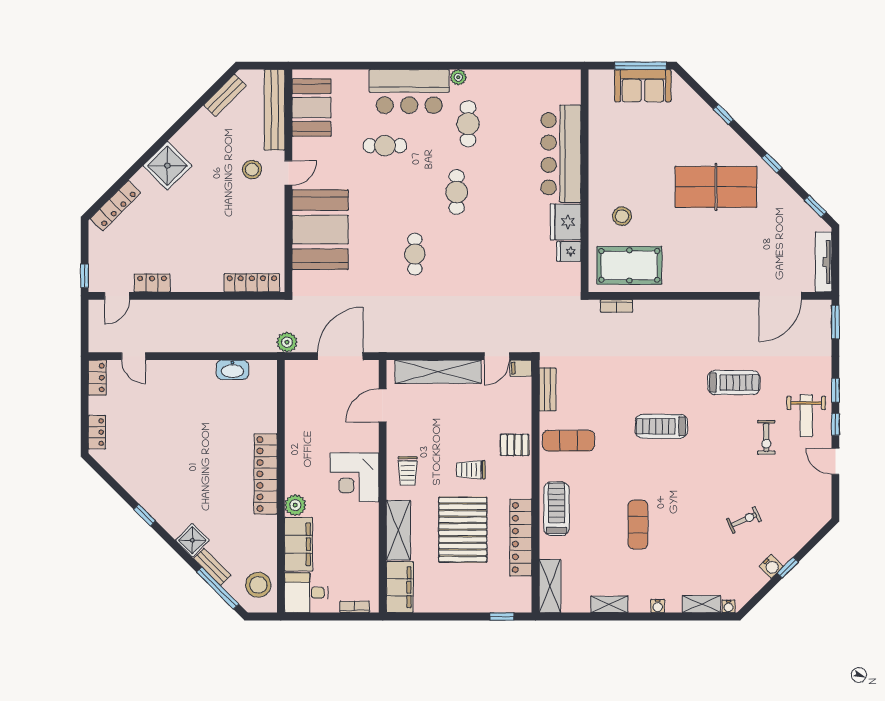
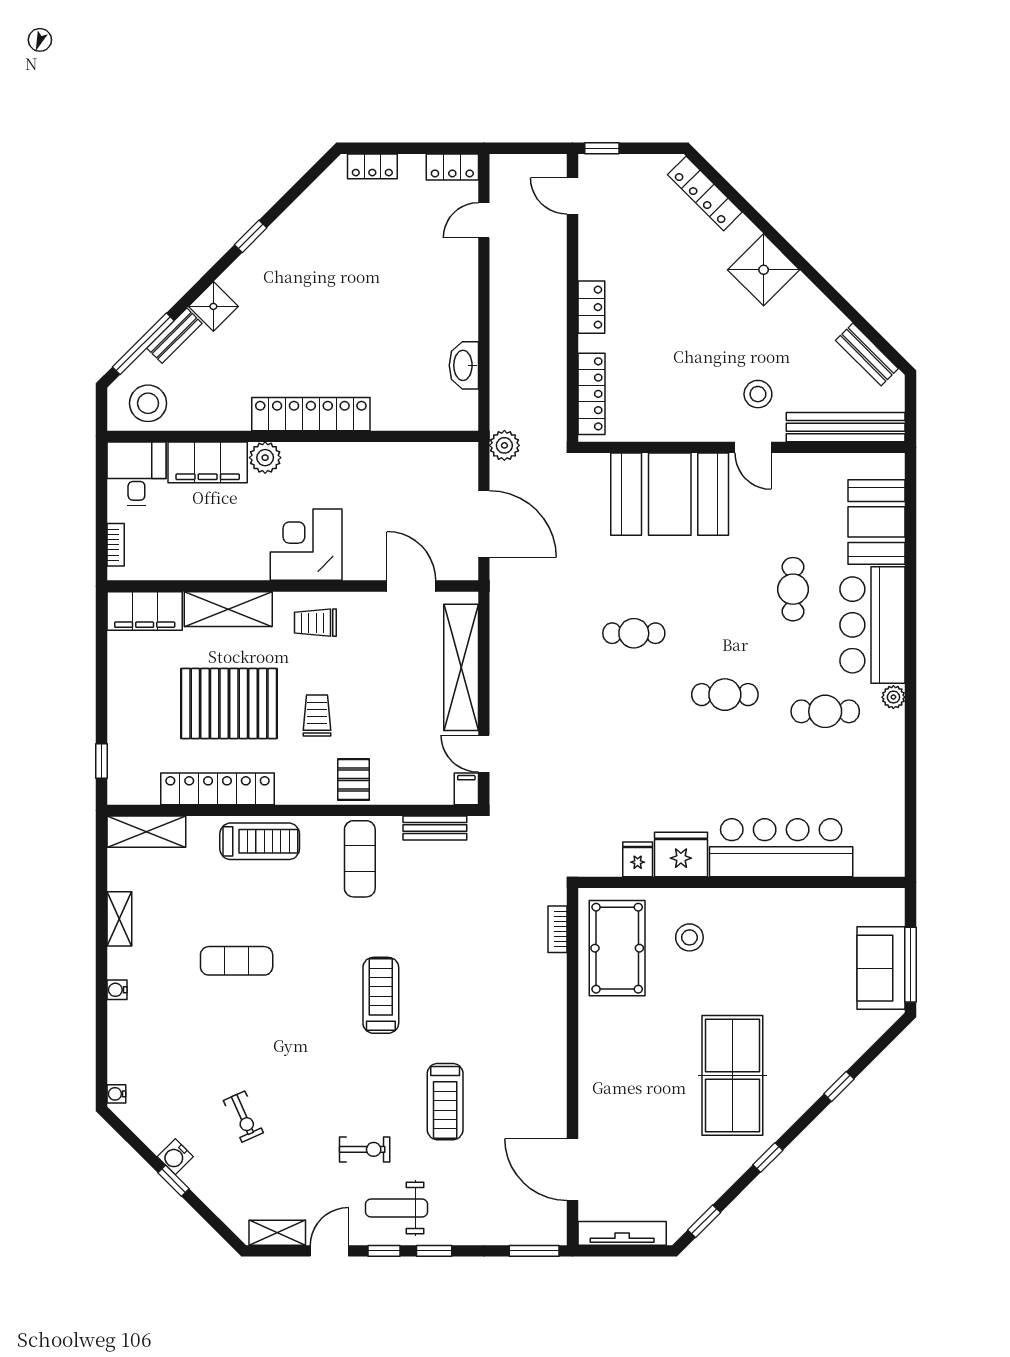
booth: (311, 108) -> (877, 522), moved, turned 90
locker: (152, 283) -> (591, 307), moved
exercise bike: (766, 437) -> (365, 1149), turned 180
shelving: (702, 604) -> (277, 1233), moved, turned 90

